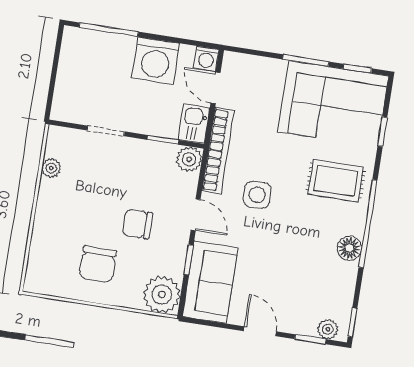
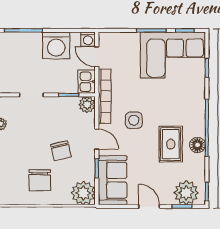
rug: (336, 181) -> (171, 144), moved, turned 90
chair: (137, 224) -> (61, 151), turned -103
plant: (328, 329) -> (186, 193), width x1.88, depth x1.88

